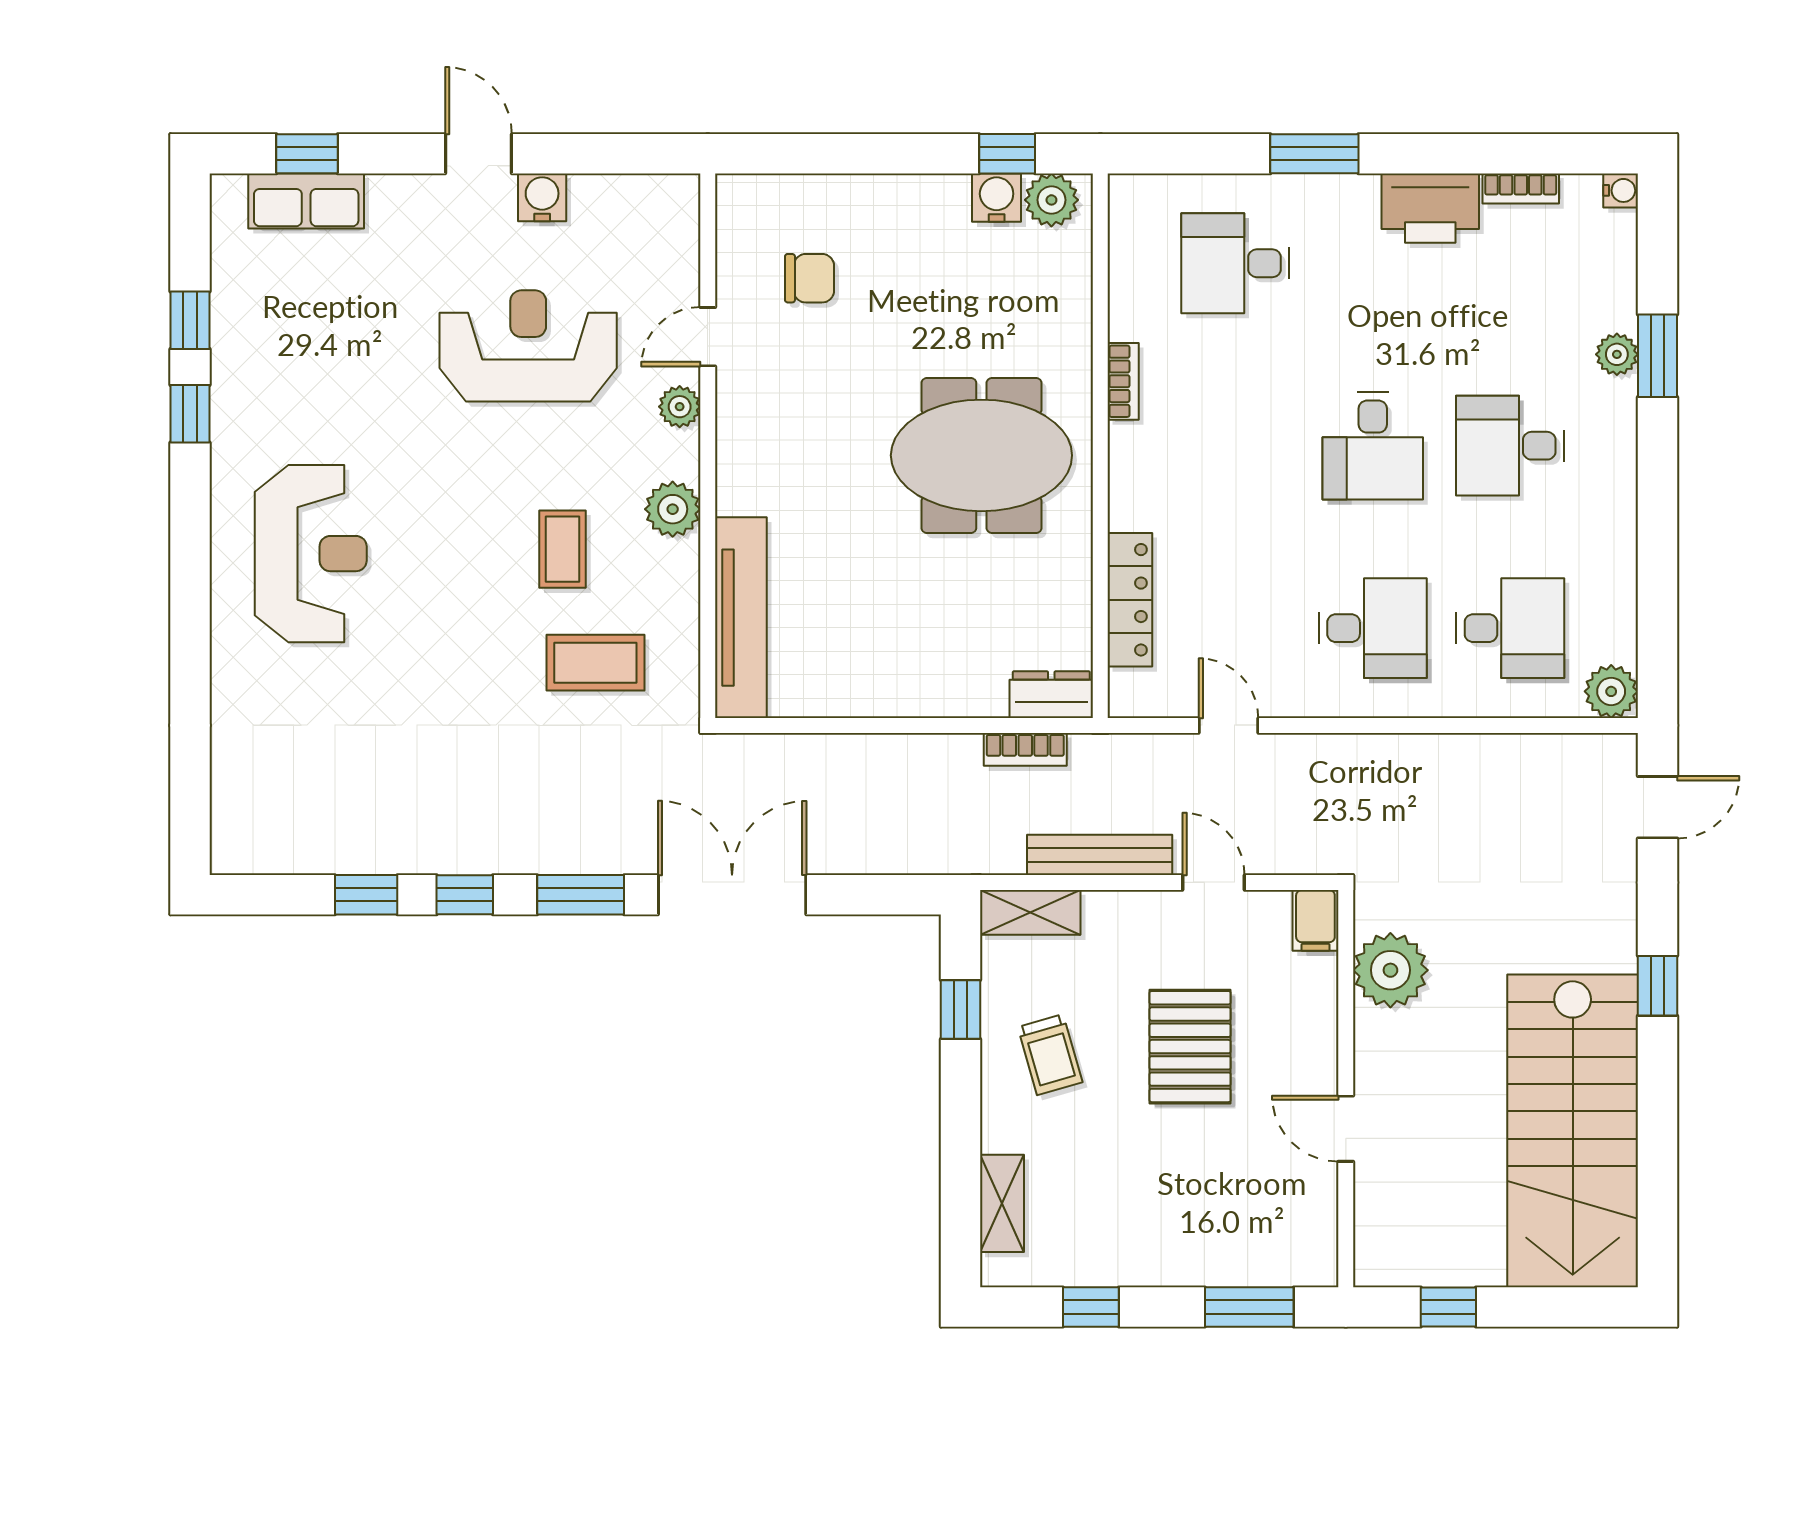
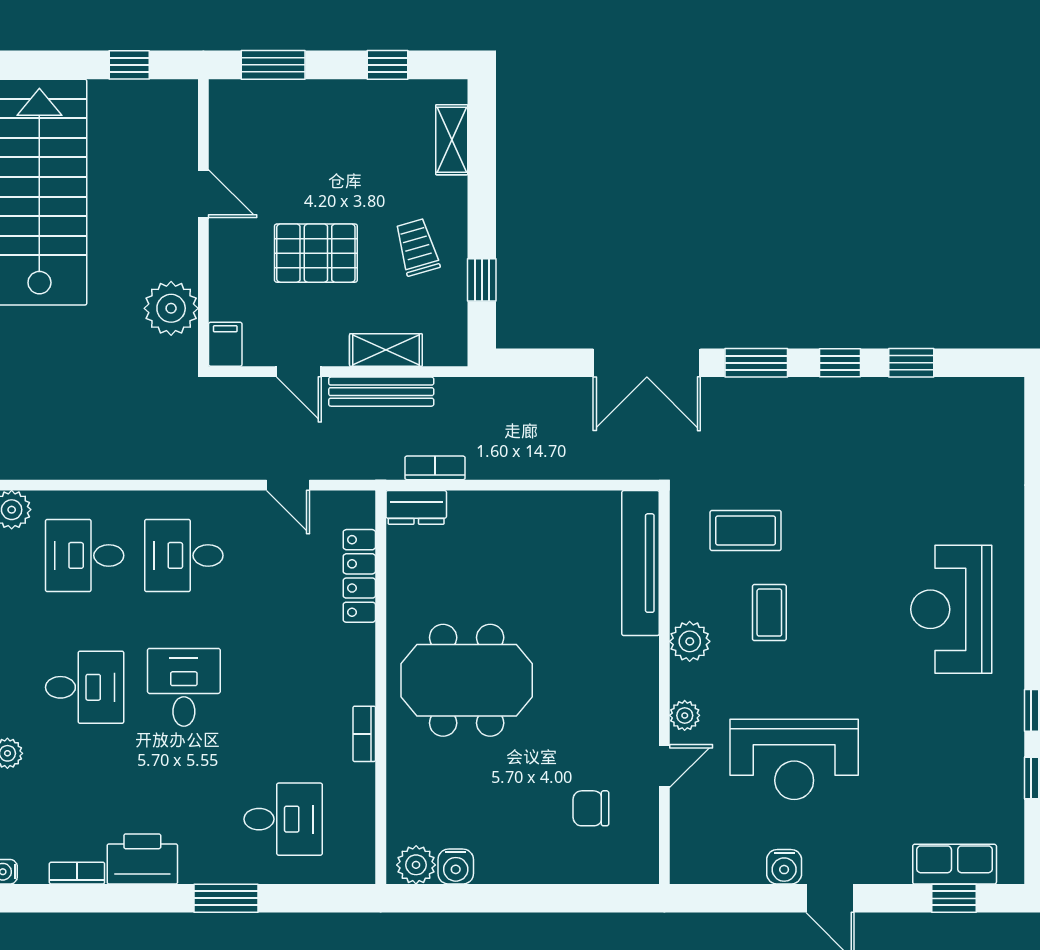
window: (1007, 154) -> (448, 898), removed
shelving: (1030, 912) -> (386, 350), moved
pallet: (1190, 1047) -> (316, 253), turned 90

